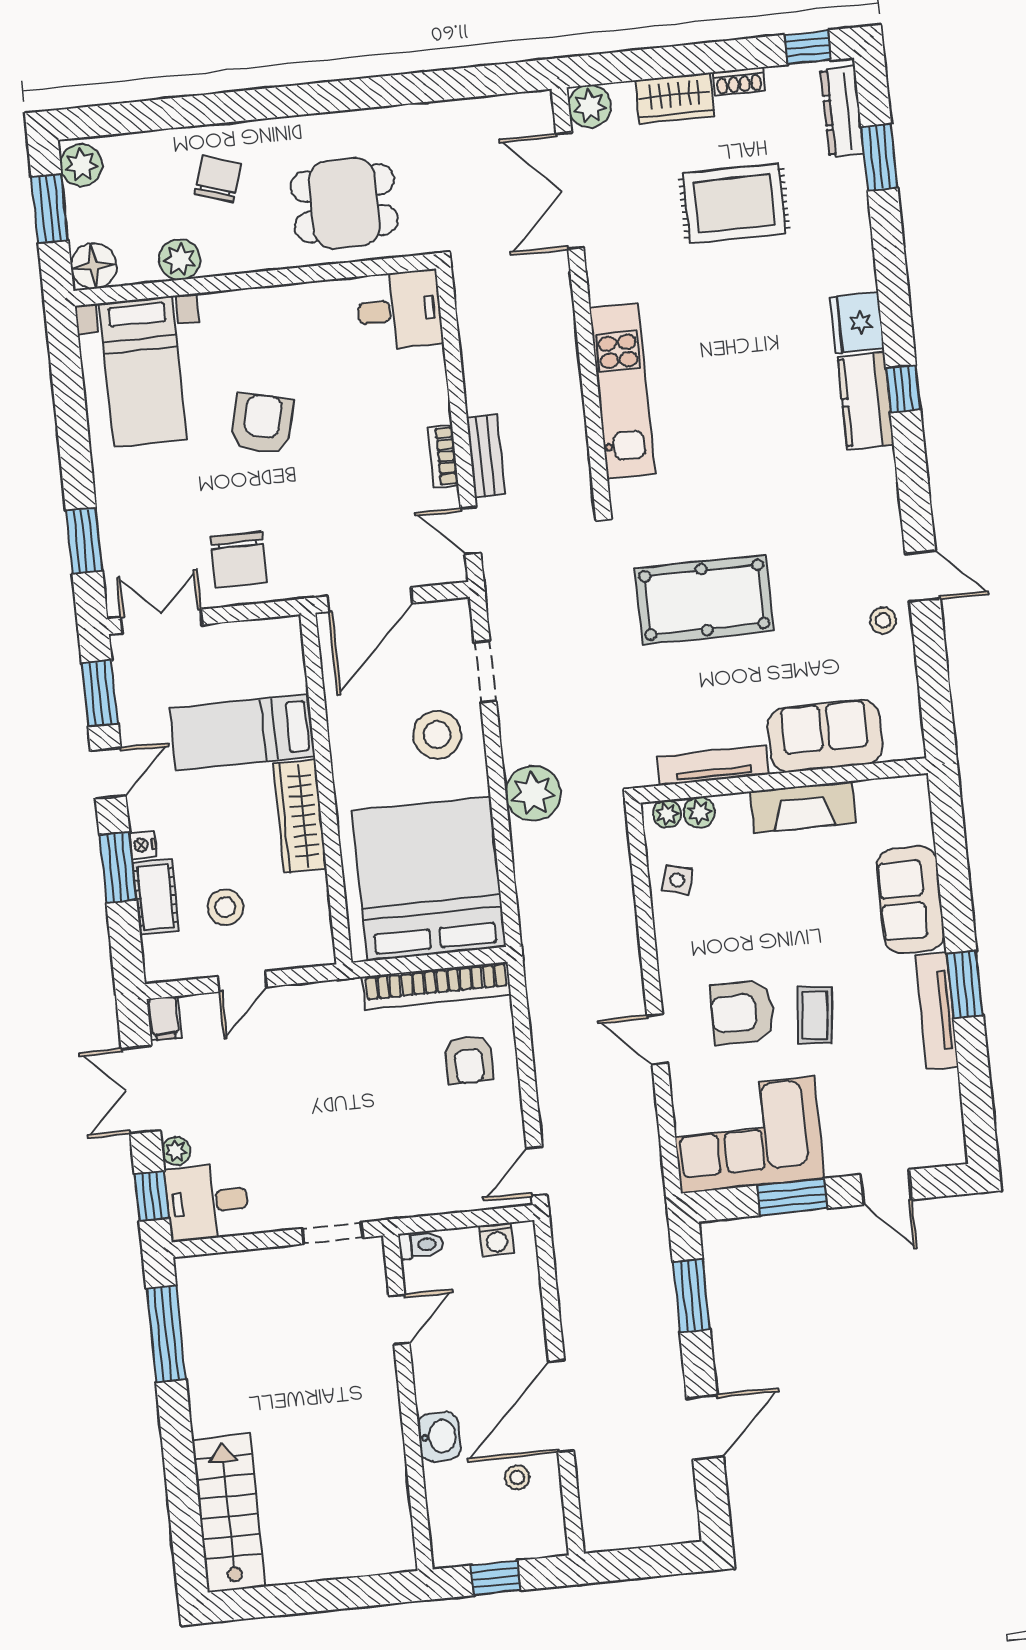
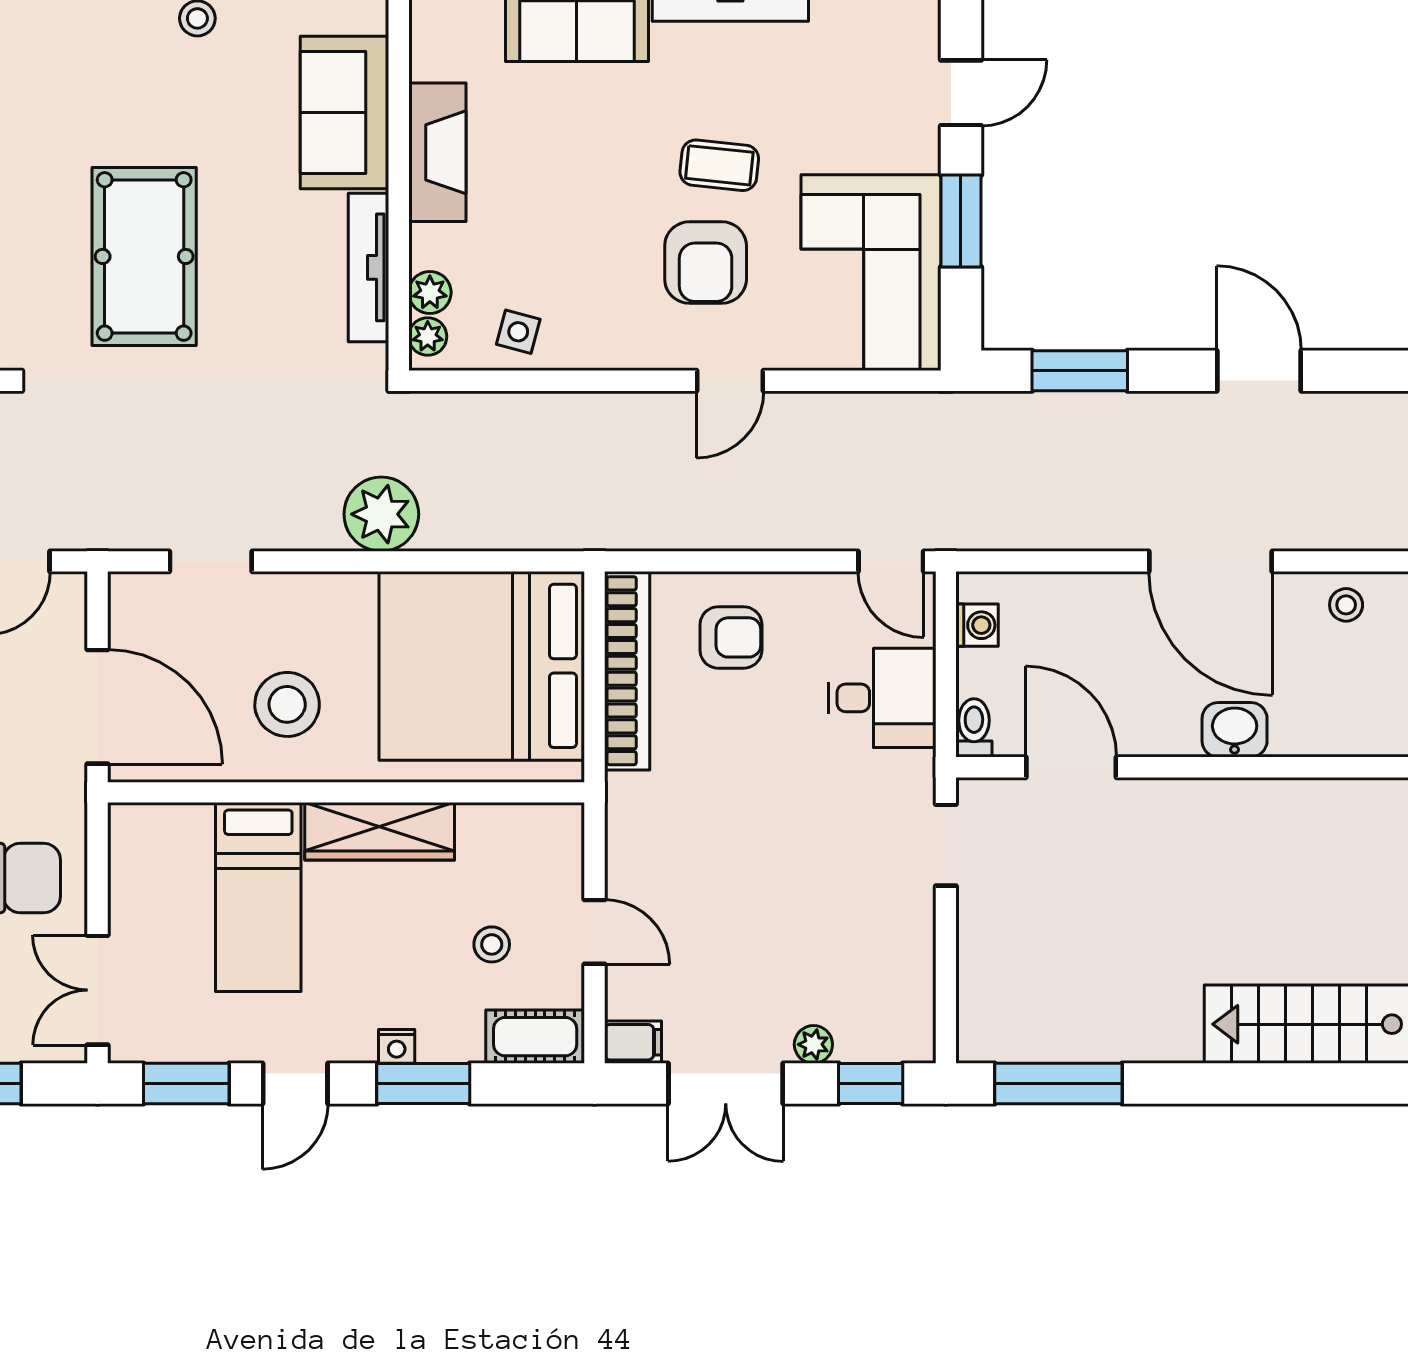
stool: (437, 735) -> (287, 704), moved
door: (108, 773) -> (295, 1084), swing flipped
cot: (156, 897) -> (535, 1037), moved
stool: (225, 907) -> (492, 944), width x0.73, depth x0.73
desk: (207, 1202) -> (882, 698), moved, turned -90
door: (399, 1319) -> (1071, 767), width x1.38
stool: (517, 1477) -> (1346, 605), moved

